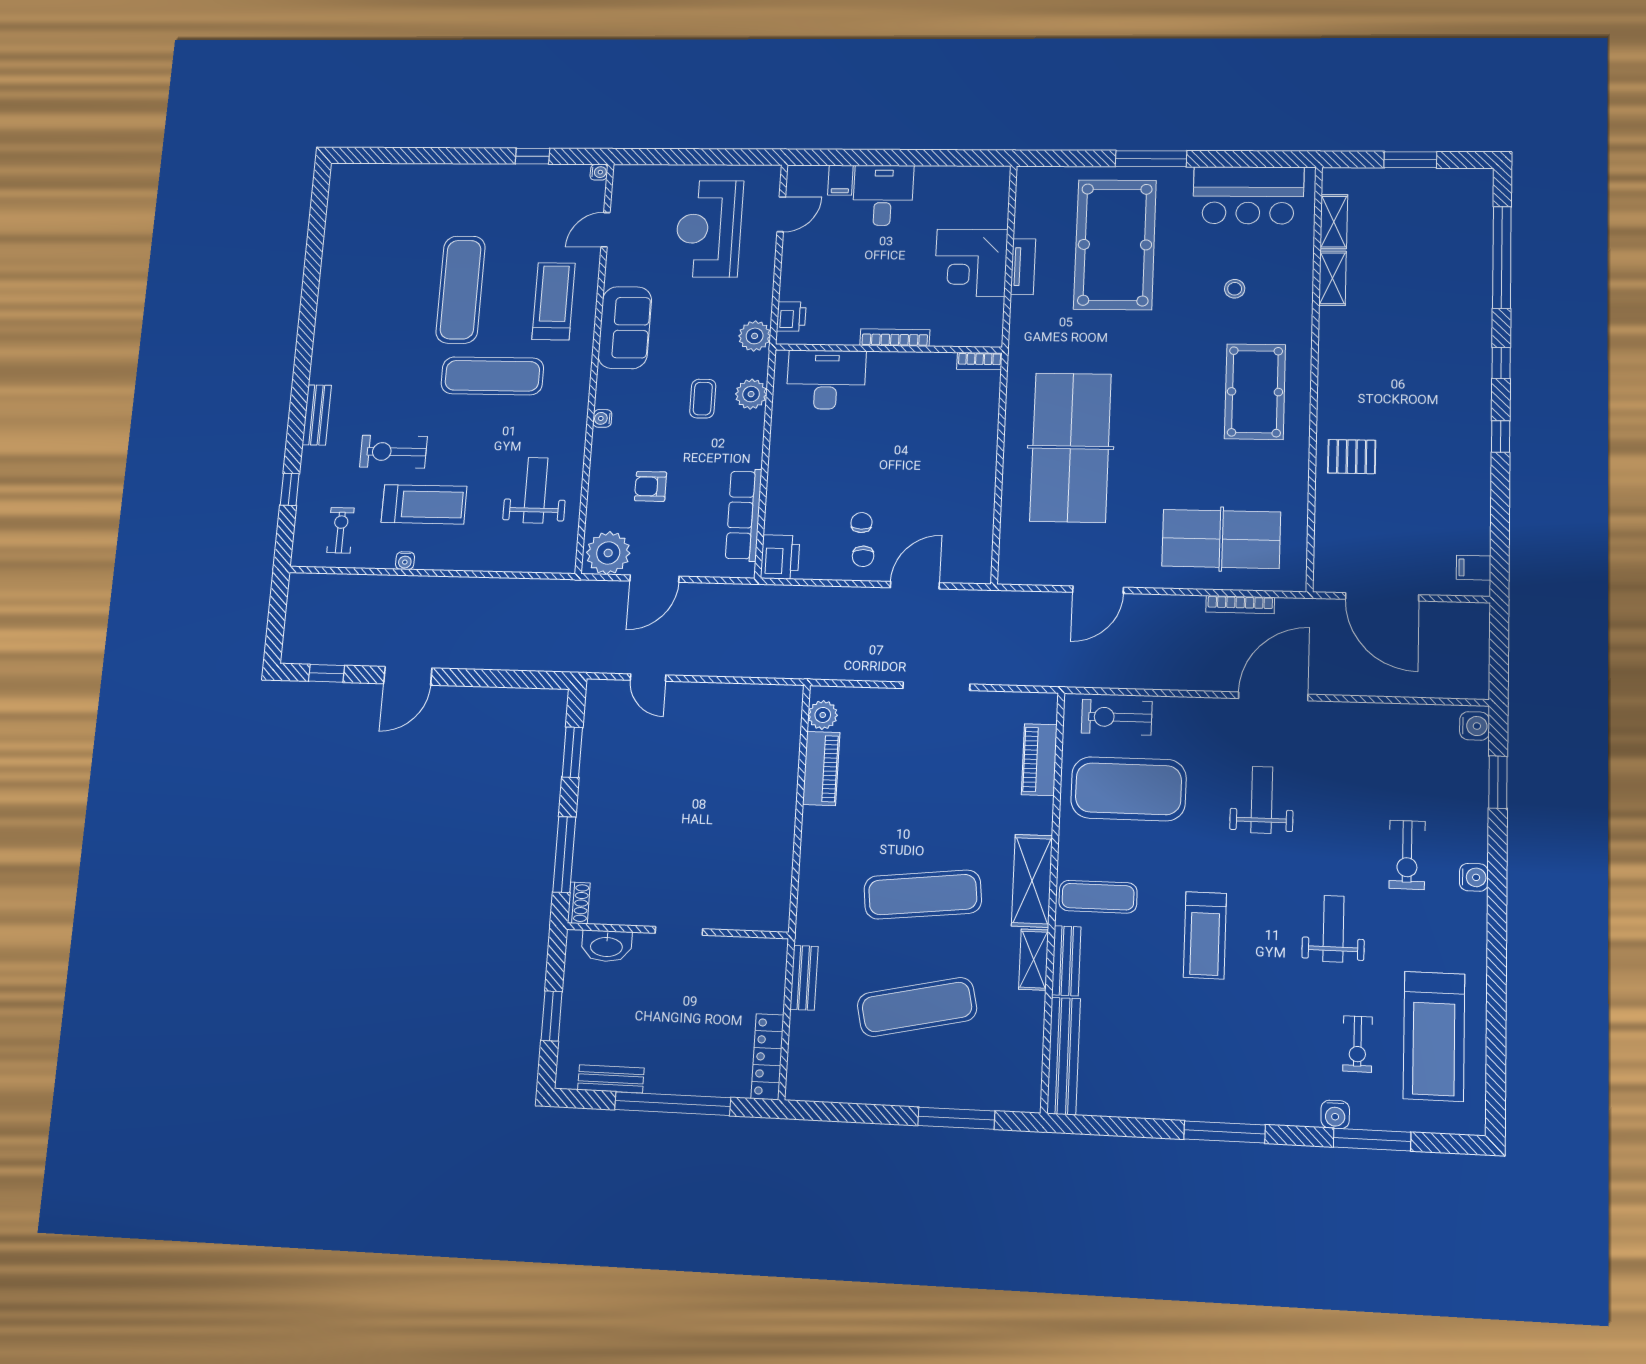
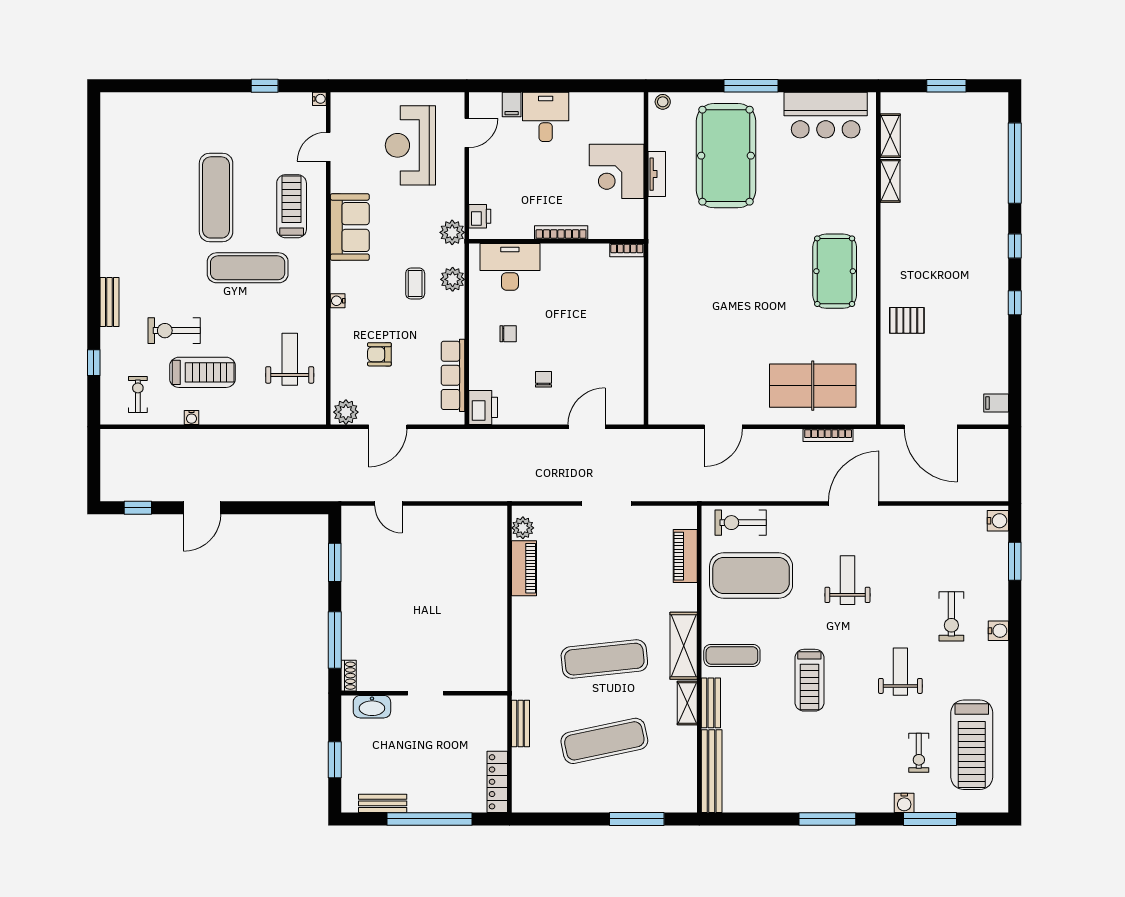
stool: (1235, 289) -> (663, 102), moved
table tennis table: (1070, 447) -> (699, 317), removed
plant: (608, 553) -> (346, 412), width x0.73, depth x0.73
chair: (863, 556) -> (508, 334), moved, turned -90

